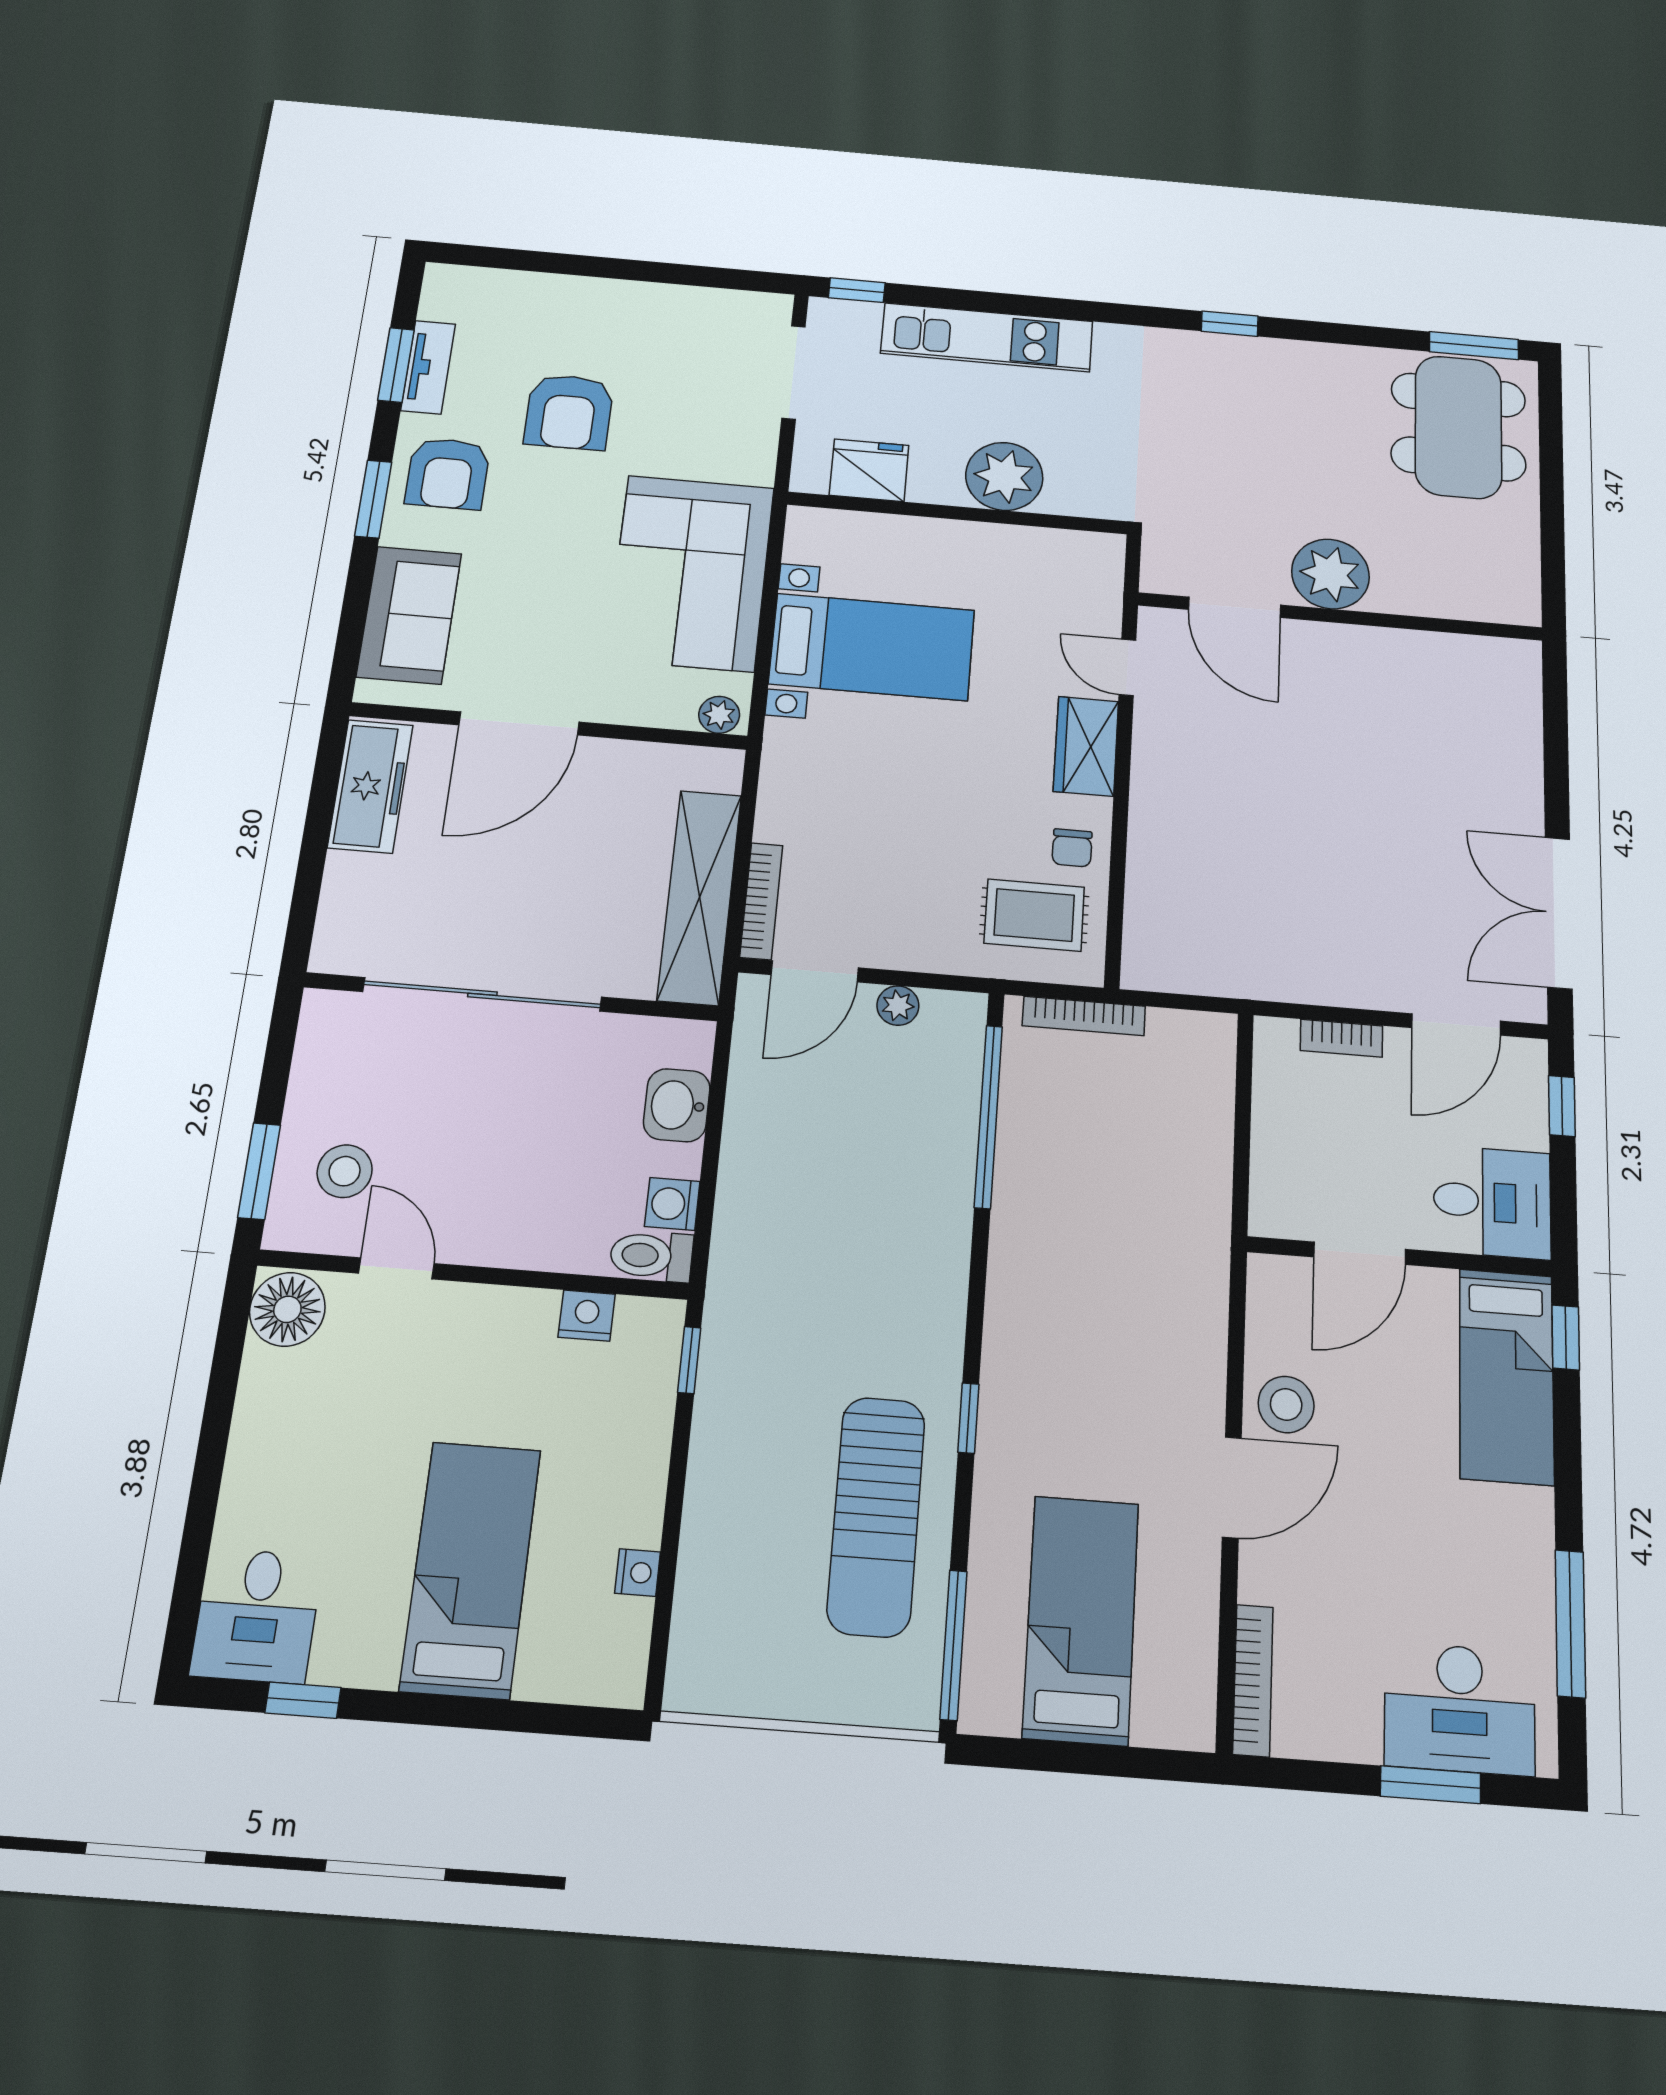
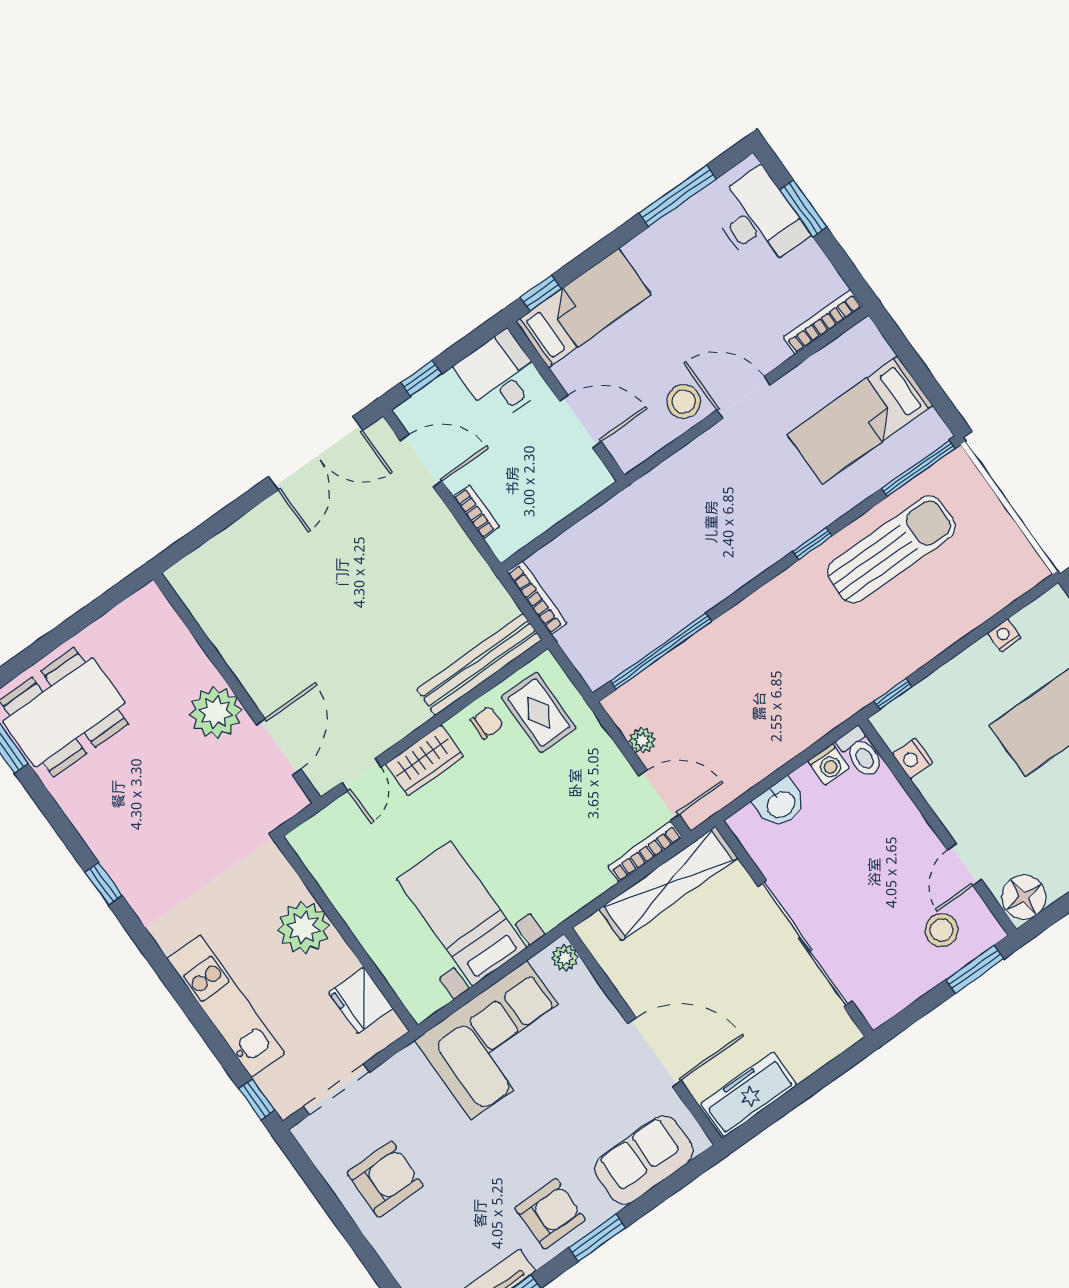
armchair: (569, 412) -> (385, 1179), moved
bench: (1149, 894) -> (479, 665), added
bookcase: (1084, 1016) -> (537, 598), moved

